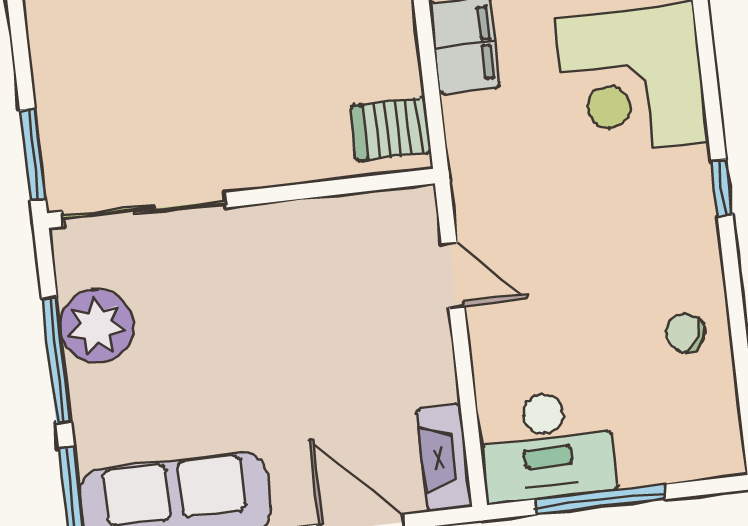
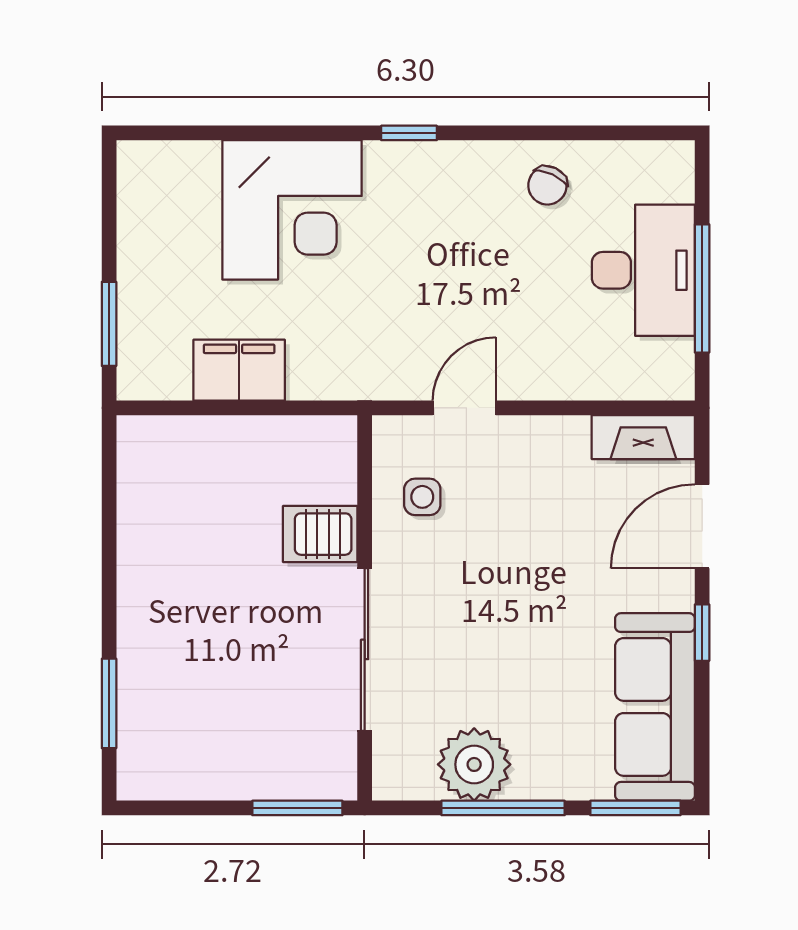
server rack: (391, 129) -> (320, 534), moved, turned 90
sliding door: (144, 210) -> (365, 649), moved
side table: (359, 243) -> (422, 497), added
desk: (547, 446) -> (643, 270), moved

